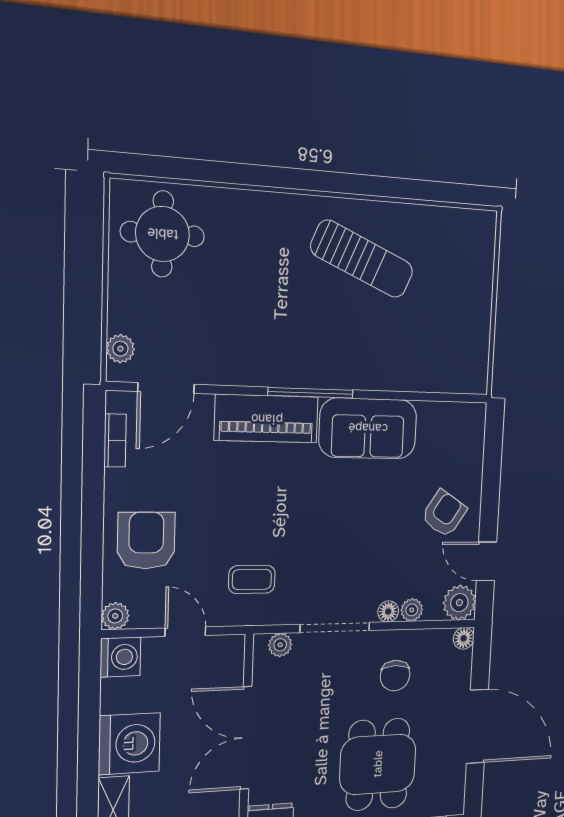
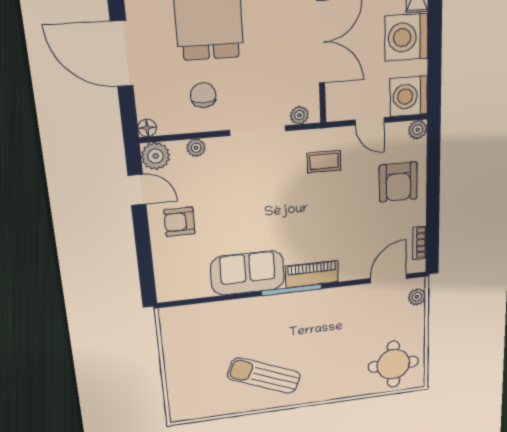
piano: (267, 419) -> (312, 274), width x0.73, depth x0.75
armchair: (444, 514) -> (179, 222), turned 57
floor lamp: (388, 611) -> (216, 145), removed
washing machine: (120, 657) -> (409, 96), width x1.37, depth x1.37

